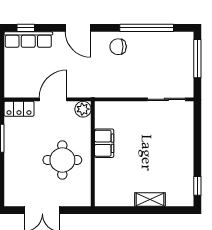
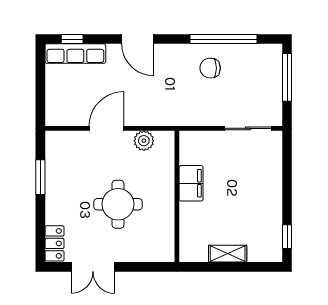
chair: (118, 47) -> (210, 68), moved
locker: (19, 109) -> (54, 243), moved, turned -90
filing cabinet: (104, 143) -> (191, 183), moved
wall: (93, 154) -> (177, 196), moved

